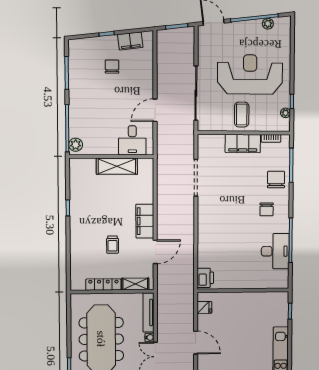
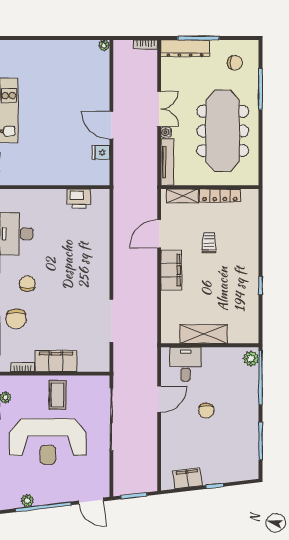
chair: (112, 67) -> (206, 411), moved
printer: (205, 278) -> (79, 199), moved, turned -90
fridge: (204, 307) -> (101, 152), moved

